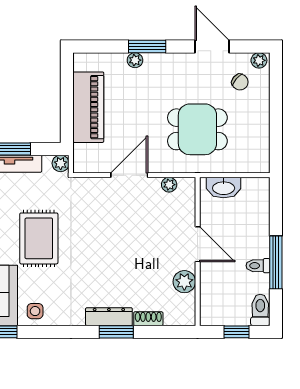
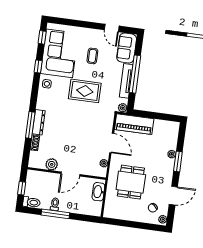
piano: (88, 107) -> (134, 124), moved
window: (116, 332) -> (30, 125), width x1.44

